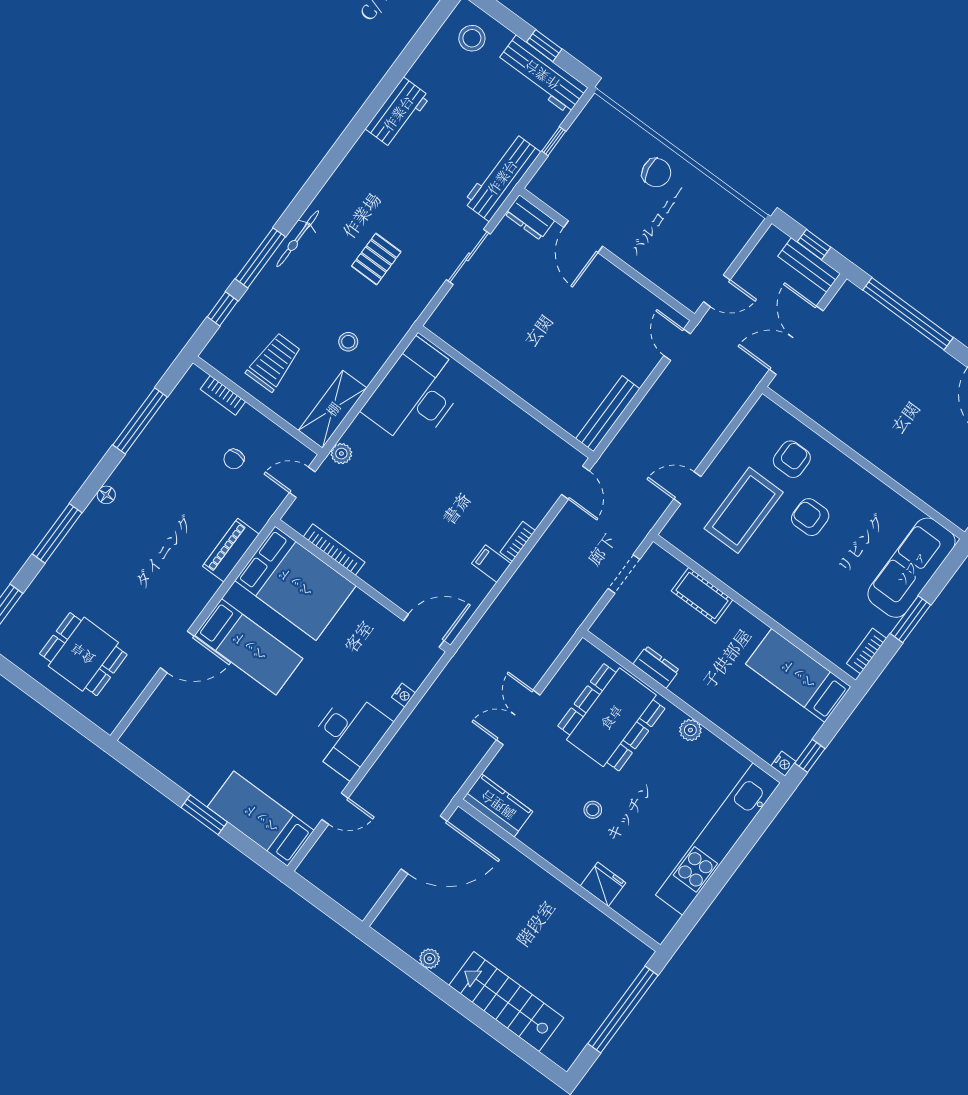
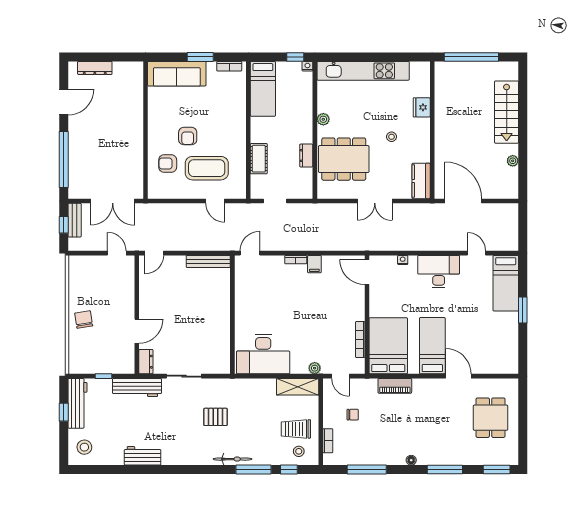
stool: (348, 342) -> (299, 451), moved

